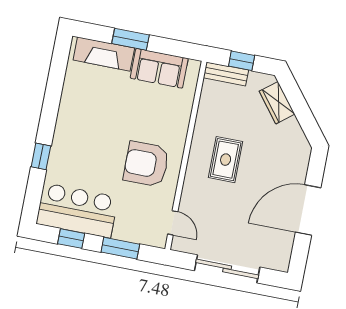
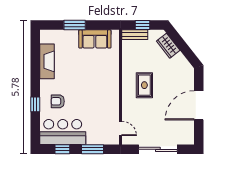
fireplace: (104, 54) -> (47, 61), moved, turned -90
armchair: (146, 164) -> (58, 101), moved, width x0.53, depth x0.53

